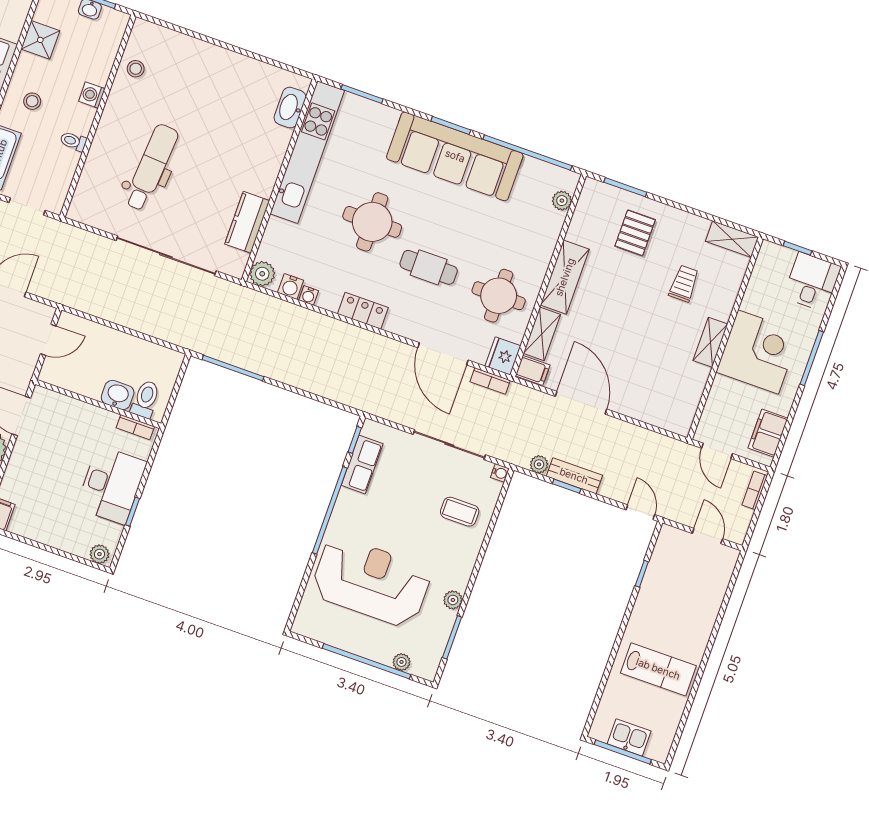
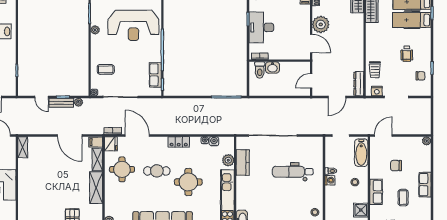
washing machine: (92, 95) -> (330, 180), moved
dental chair: (151, 167) -> (293, 172), turned 86
plant: (262, 274) -> (228, 160), moved
trolley: (684, 284) -> (43, 203), removed
shelving: (710, 342) -> (23, 147), moved
door: (640, 512) -> (41, 97), moved

